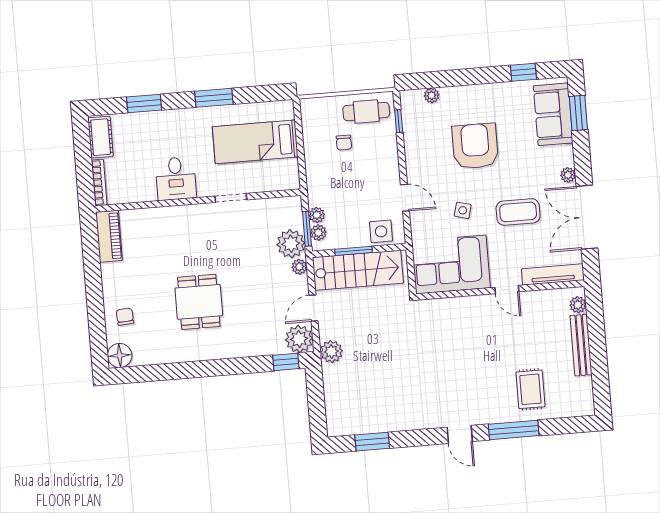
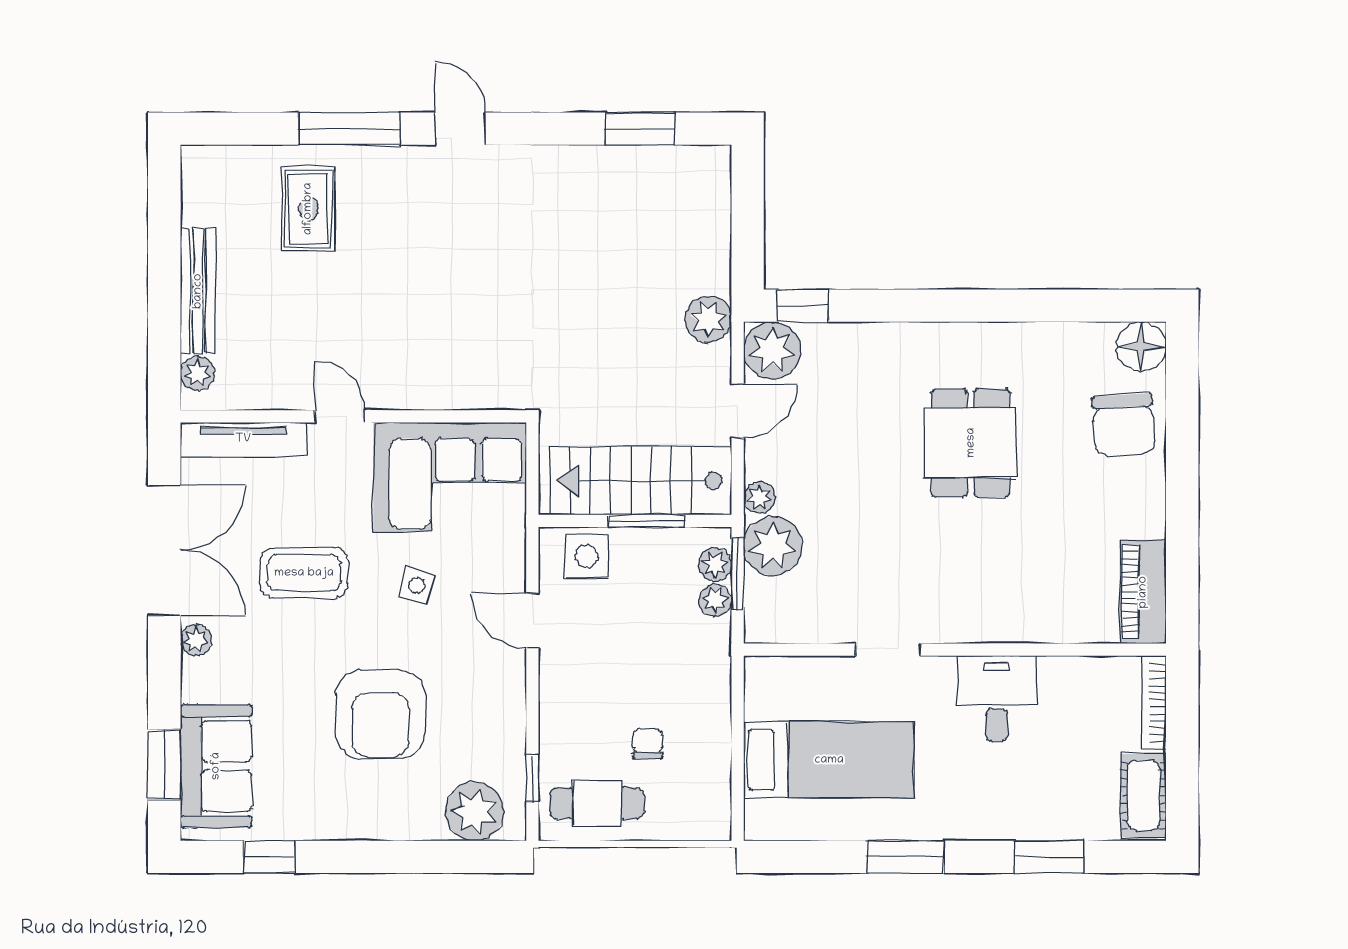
plant: (432, 95) -> (475, 811), width x1.87, depth x1.87
chair: (125, 317) -> (1124, 425), width x1.87, depth x1.87

